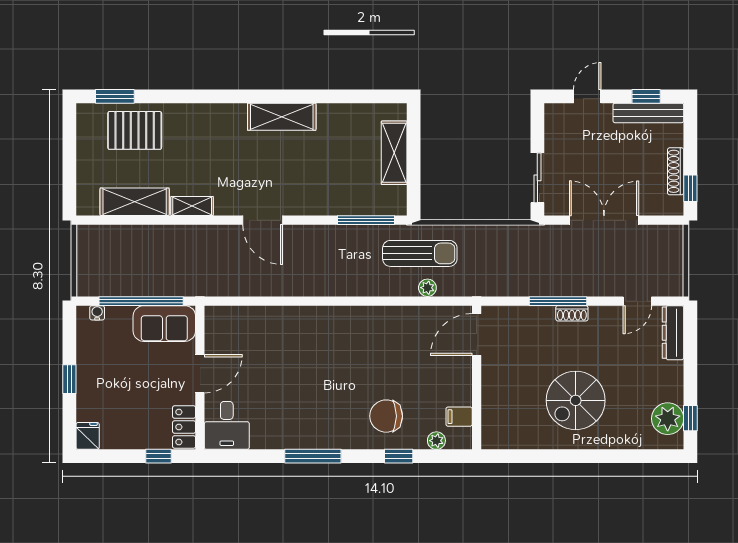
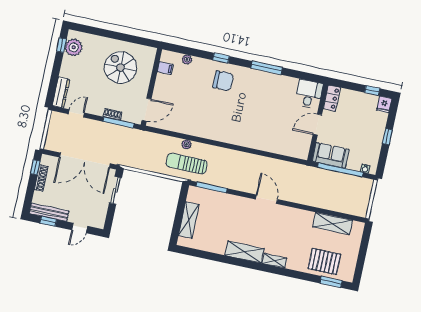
shelving: (192, 206) -> (274, 261), moved
double door: (604, 220) -> (85, 160), width x1.36
door: (477, 335) -> (146, 110), moved
wall: (477, 377) -> (151, 87), moved
spiral stairs: (576, 400) -> (121, 68), turned -90
filing cabinet: (459, 417) -> (165, 68), moved
plant: (436, 441) -> (187, 59), moved
window: (158, 456) -> (372, 90), moved

